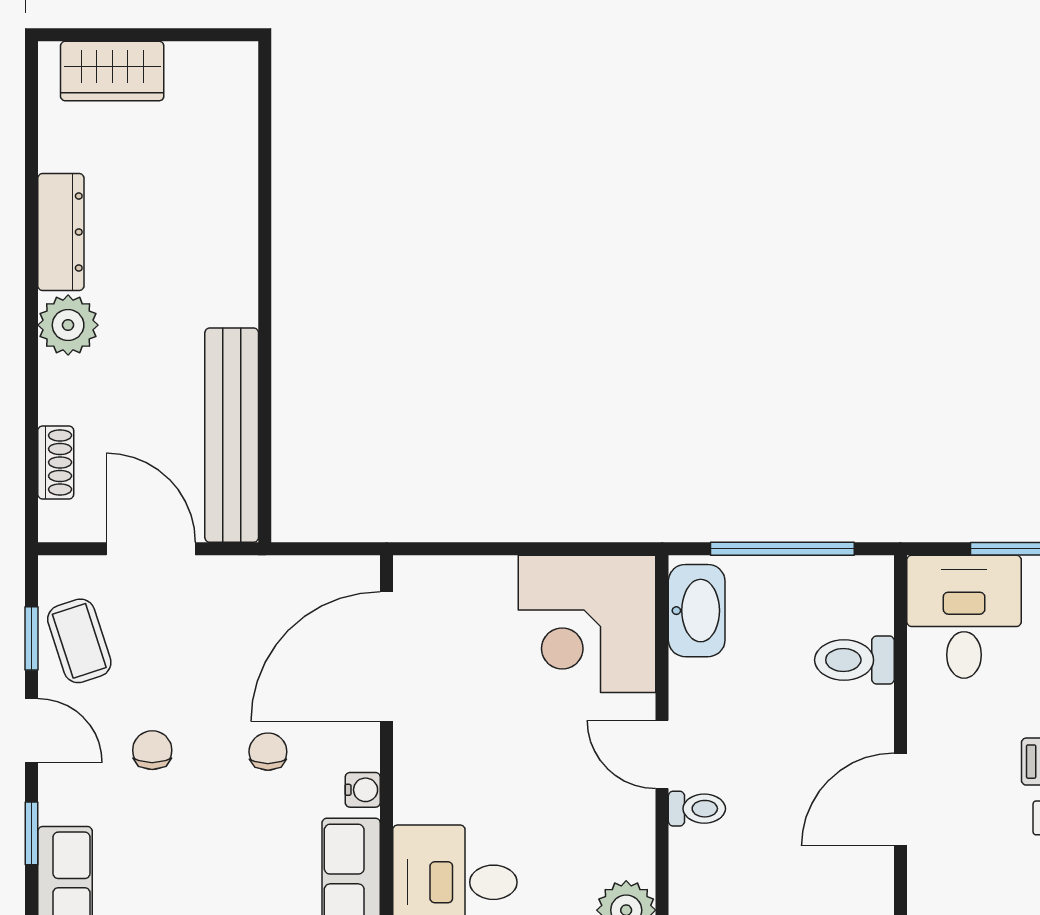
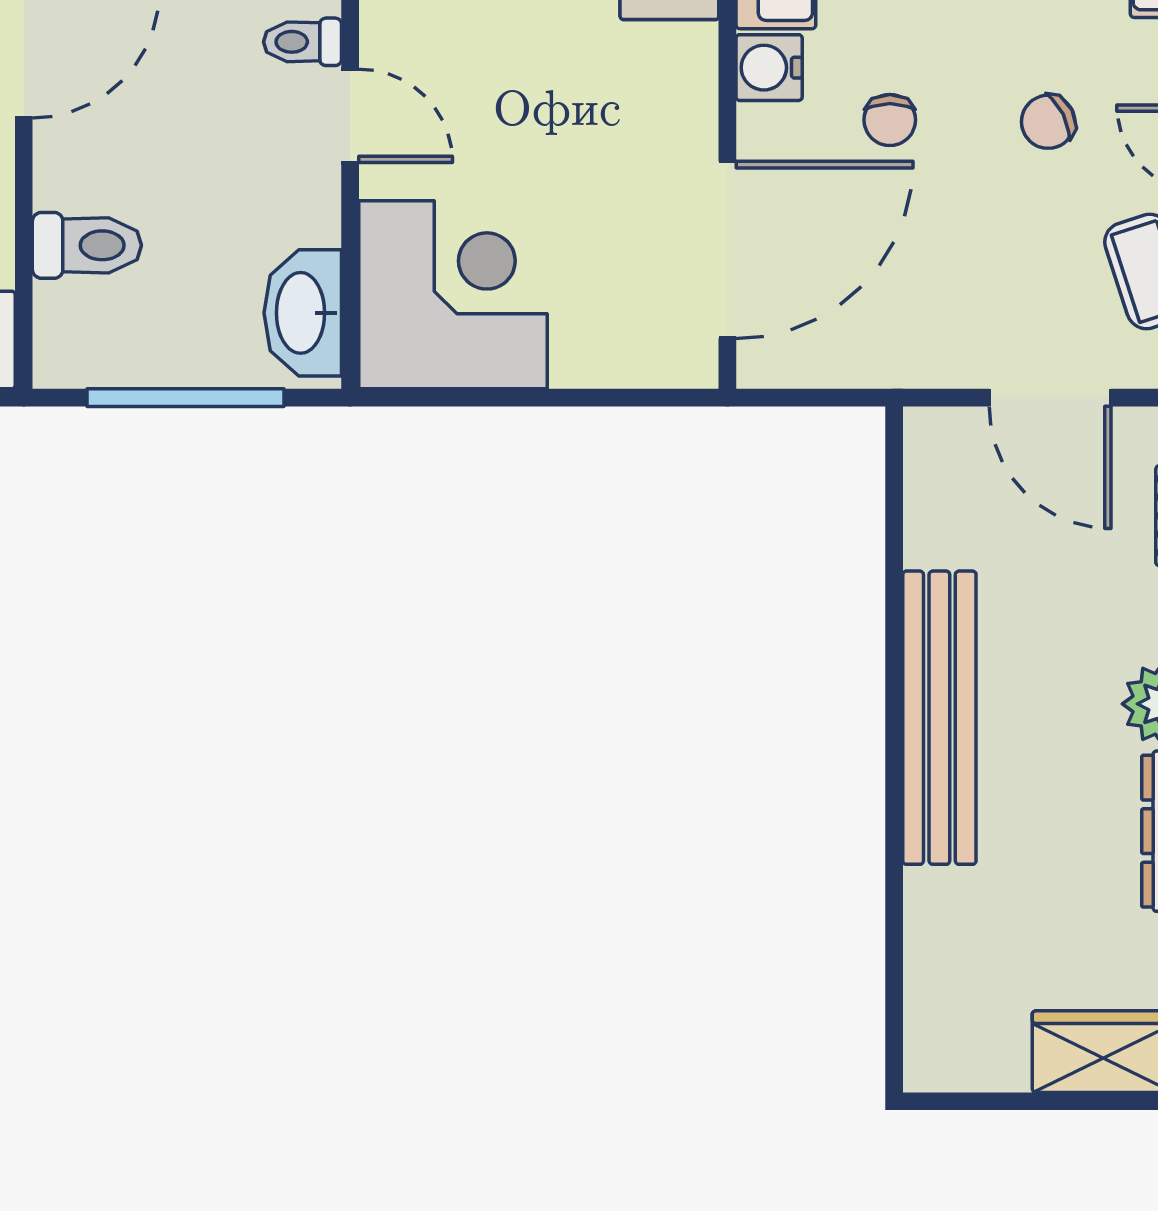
bench: (232, 435) -> (939, 718), moved
chair: (152, 750) -> (1048, 122), turned 63
water cooler: (363, 790) -> (769, 68), width x1.38, depth x1.38

